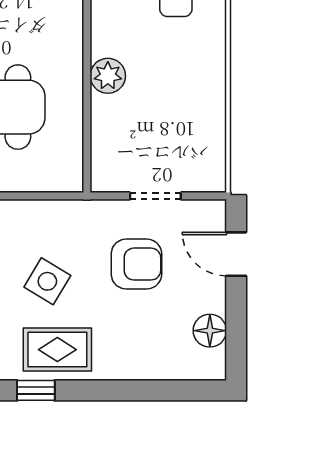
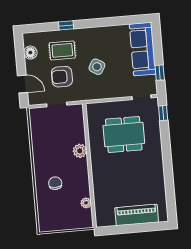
rug: (57, 350) -> (62, 50), moved
window: (36, 390) -> (66, 25), moved

